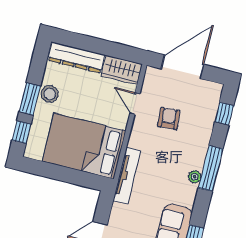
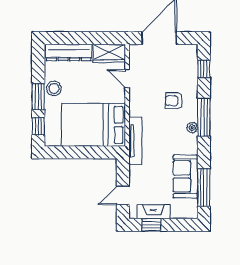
armchair: (169, 118) -> (174, 101), moved, turned -86

